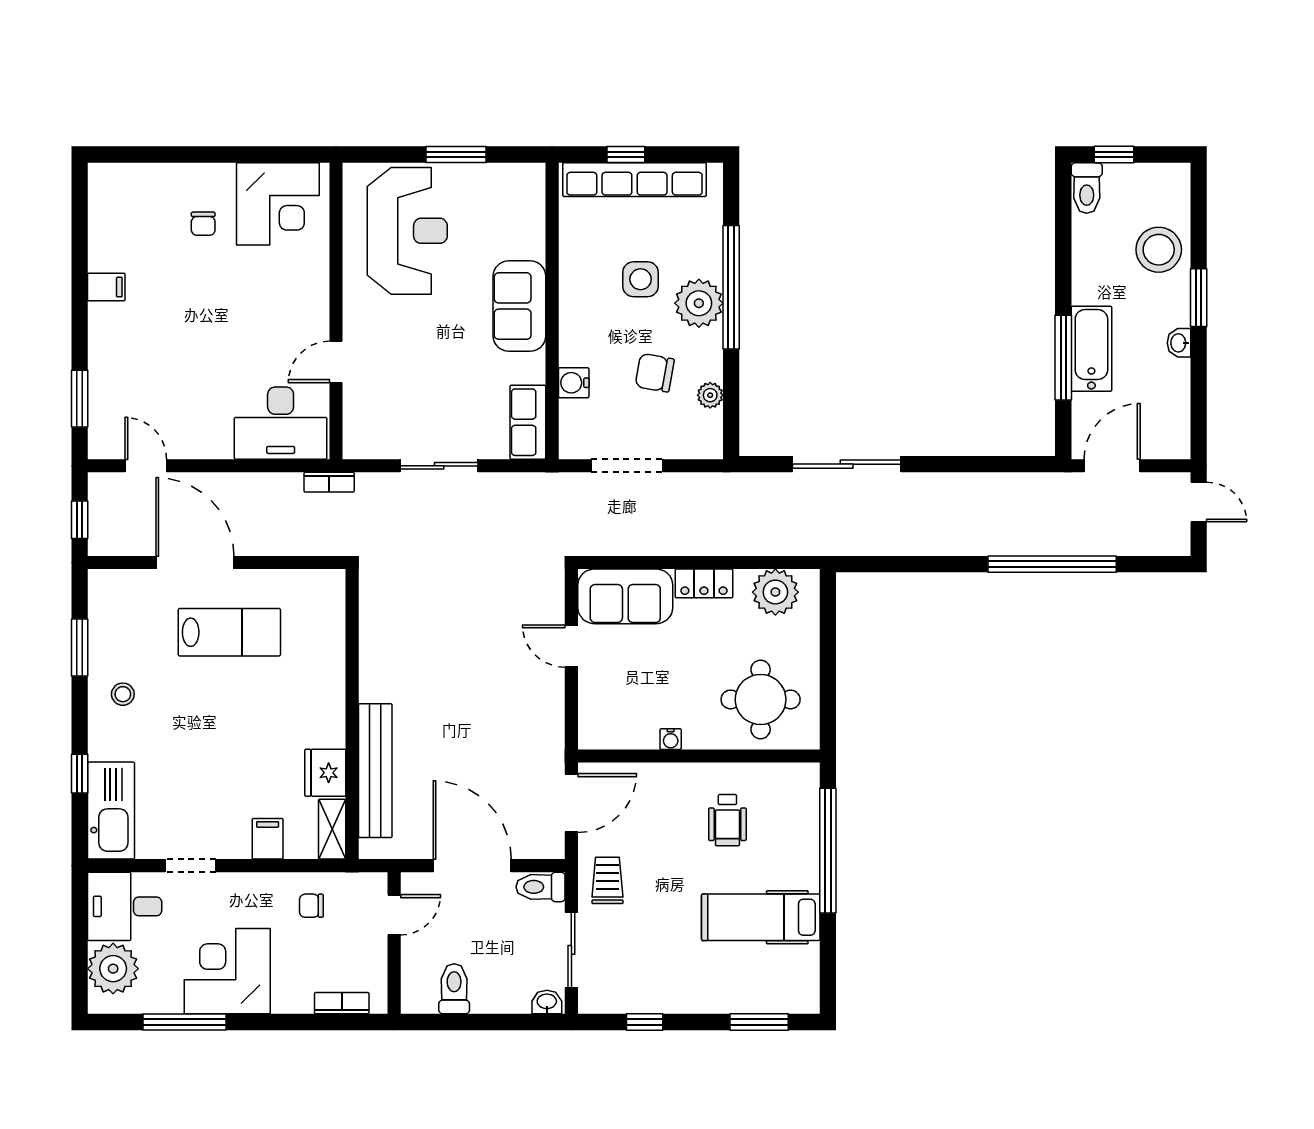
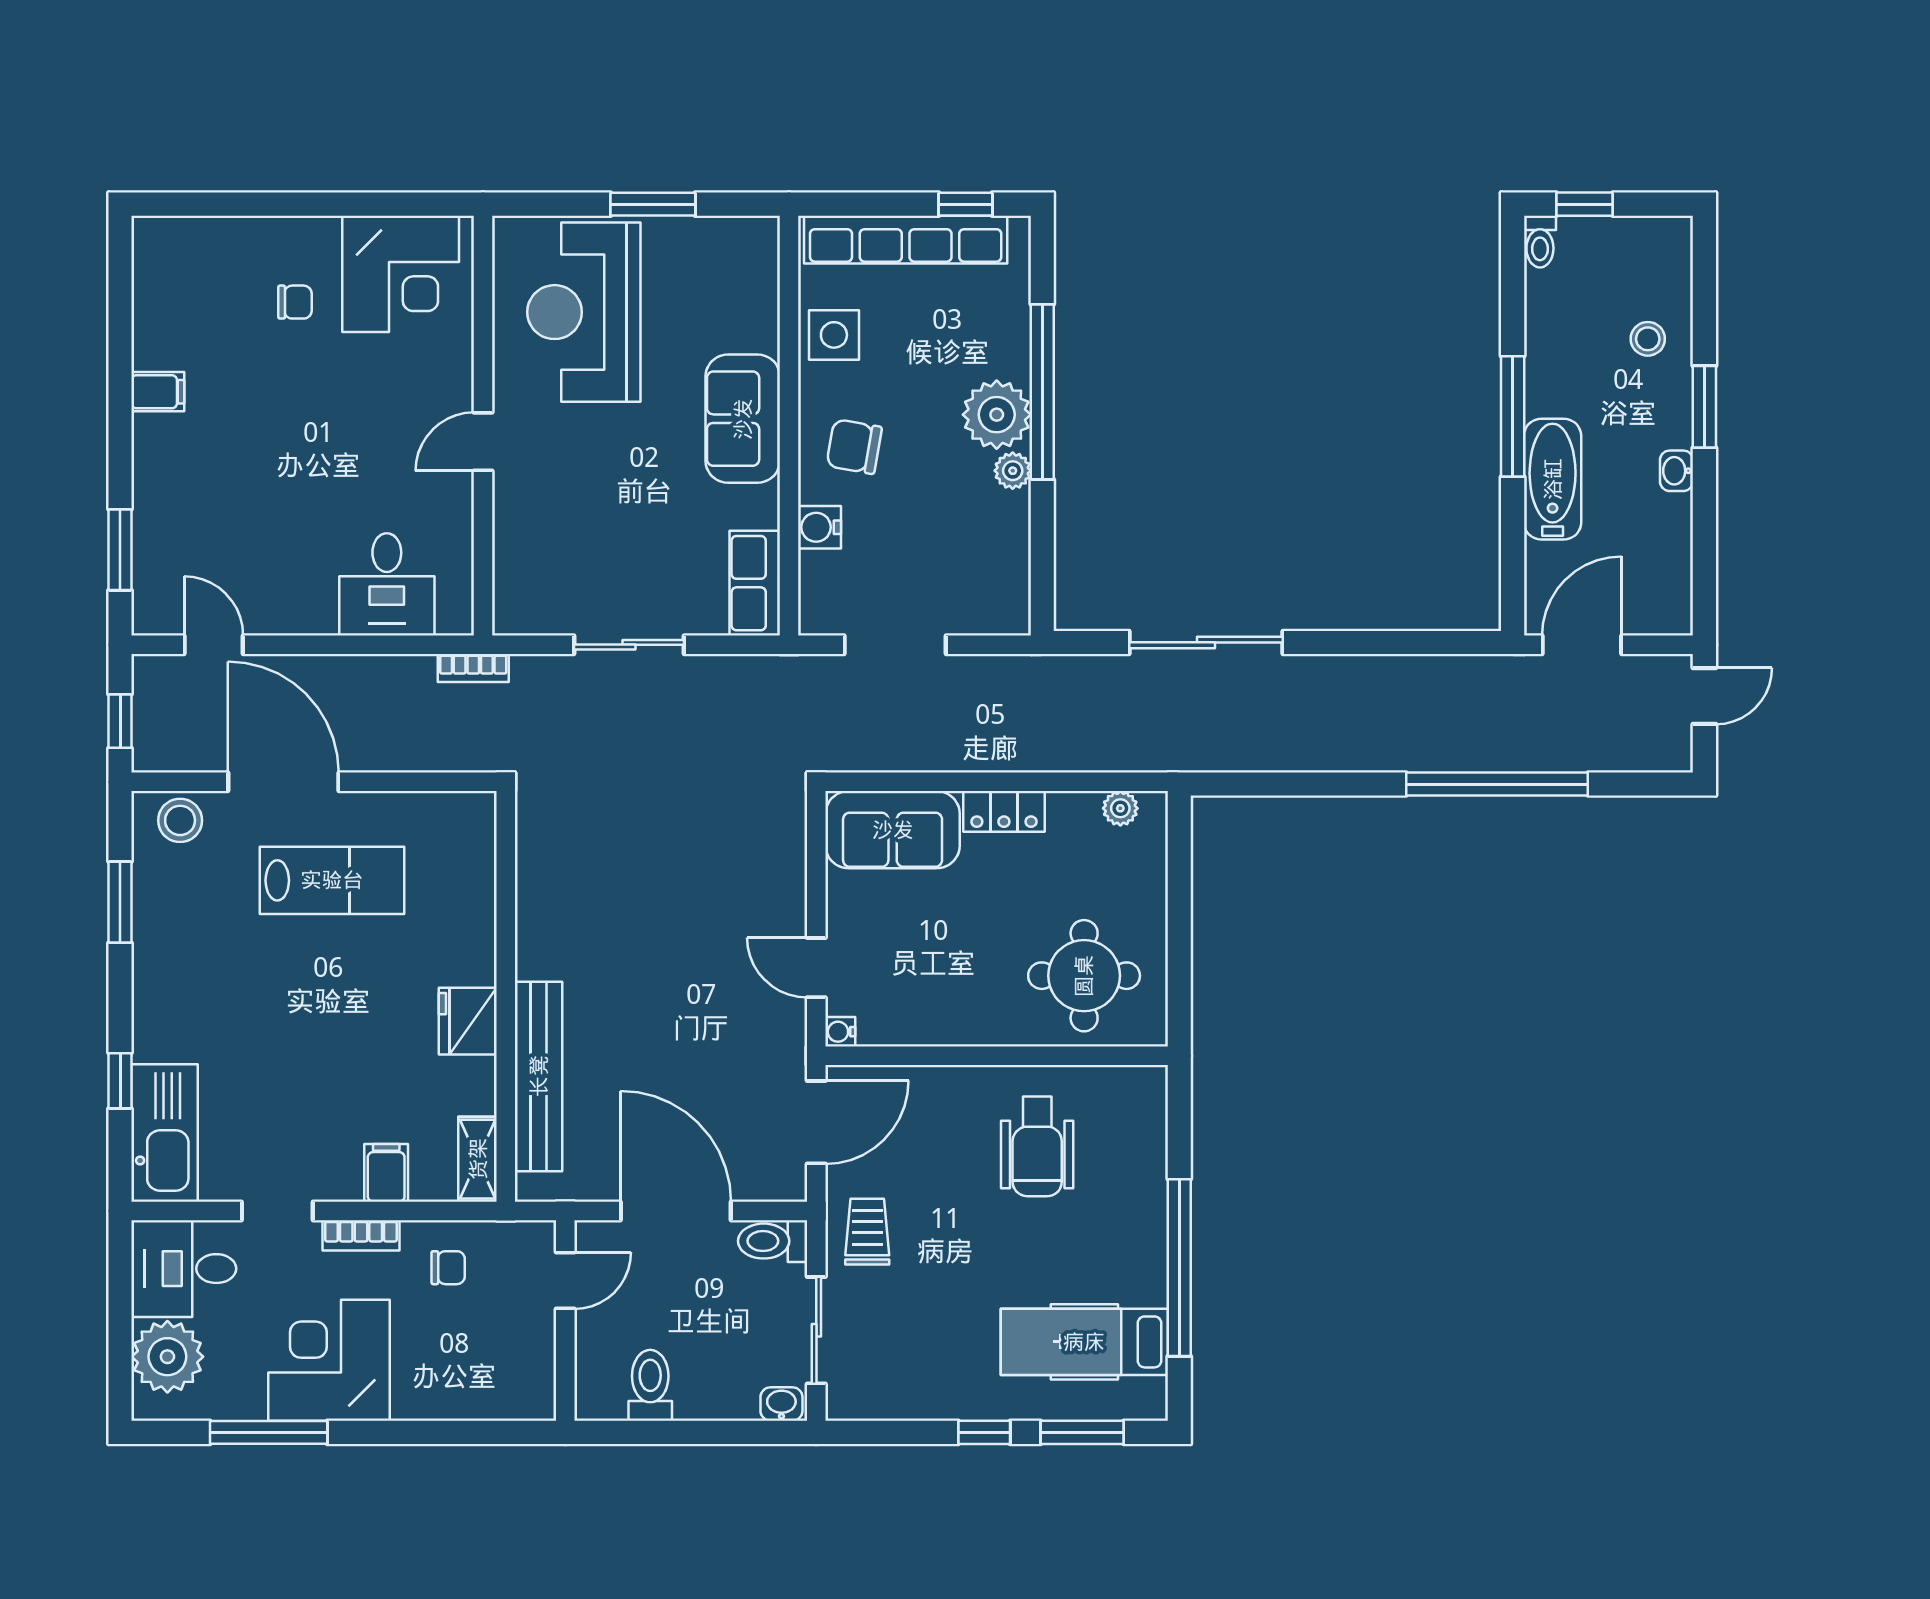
window: (626, 155) -> (965, 204), moved
toilet: (1087, 188) -> (1540, 242), width x0.73, depth x0.72
chair: (203, 224) -> (295, 302), turned -90
reception desk: (407, 231) -> (584, 312), turned 180
stool: (1159, 250) -> (1648, 339), width x0.53, depth x0.53
side table: (641, 279) -> (834, 335), moved
window: (1063, 358) -> (1513, 416), moved
door: (336, 362) -> (483, 442), moved
chair: (655, 373) -> (854, 447), moved
plant: (710, 395) -> (1013, 471), moved
desk: (281, 423) -> (387, 584), width x0.73
door: (1199, 502) -> (1704, 696), hinge flipped
plant: (775, 592) -> (1120, 808), width x0.53, depth x0.53
door: (571, 646) -> (816, 968), moved
stool: (123, 694) -> (180, 820), moved, width x1.37, depth x1.37
water cooler: (671, 739) -> (840, 1032), moved, turned 90
fridge: (325, 773) -> (468, 1021), moved
wheelchair: (727, 820) -> (1037, 1146), width x1.36, depth x1.37
window: (828, 851) -> (1179, 1268), moved
chair: (311, 906) -> (448, 1268), turned 180
hospital bed: (761, 917) -> (1084, 1342), moved
bookcase: (342, 1003) -> (361, 1235), moved, turned 180
window: (645, 1022) -> (984, 1432), moved

